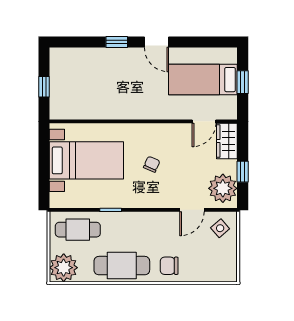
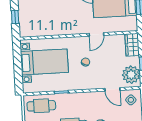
door: (204, 121) -> (96, 34), moved
door: (192, 210) -> (112, 89), hinge flipped

